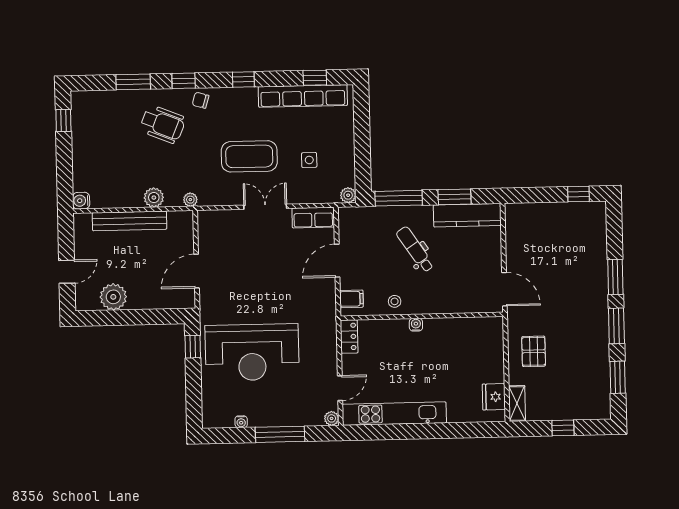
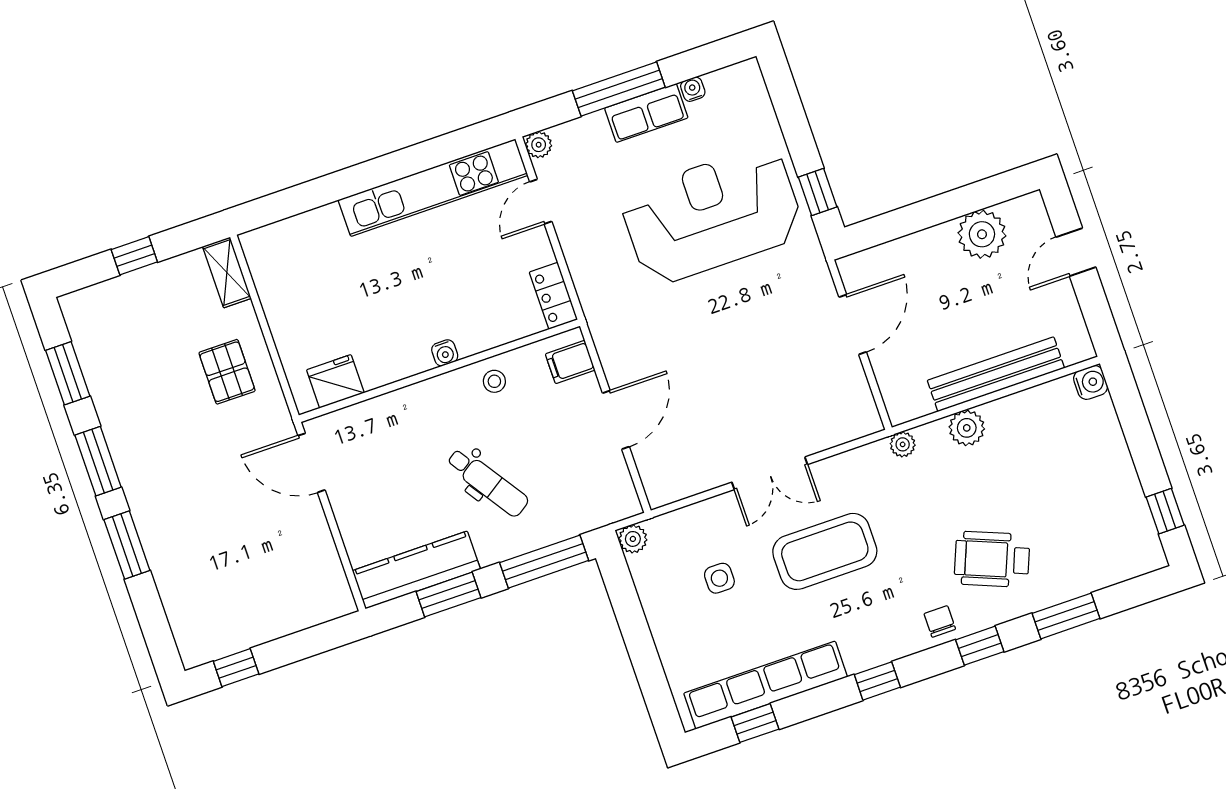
chair: (201, 100) -> (940, 621), turned -106
row of seats: (313, 218) -> (646, 113), moved, turned 180
fridge: (494, 397) -> (335, 381), moved, turned -90

